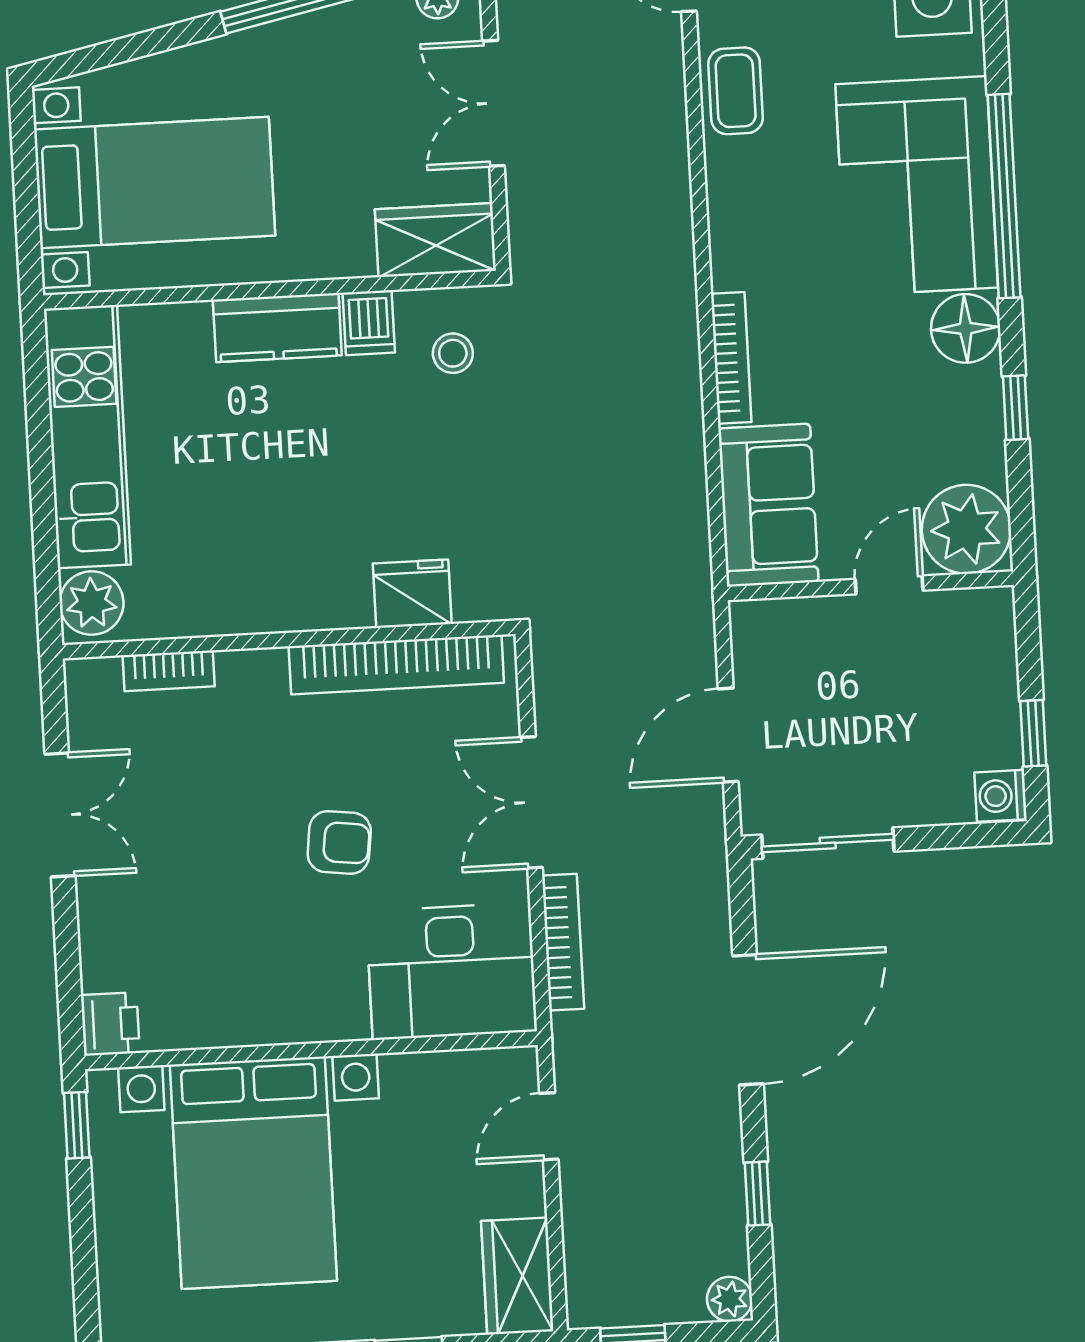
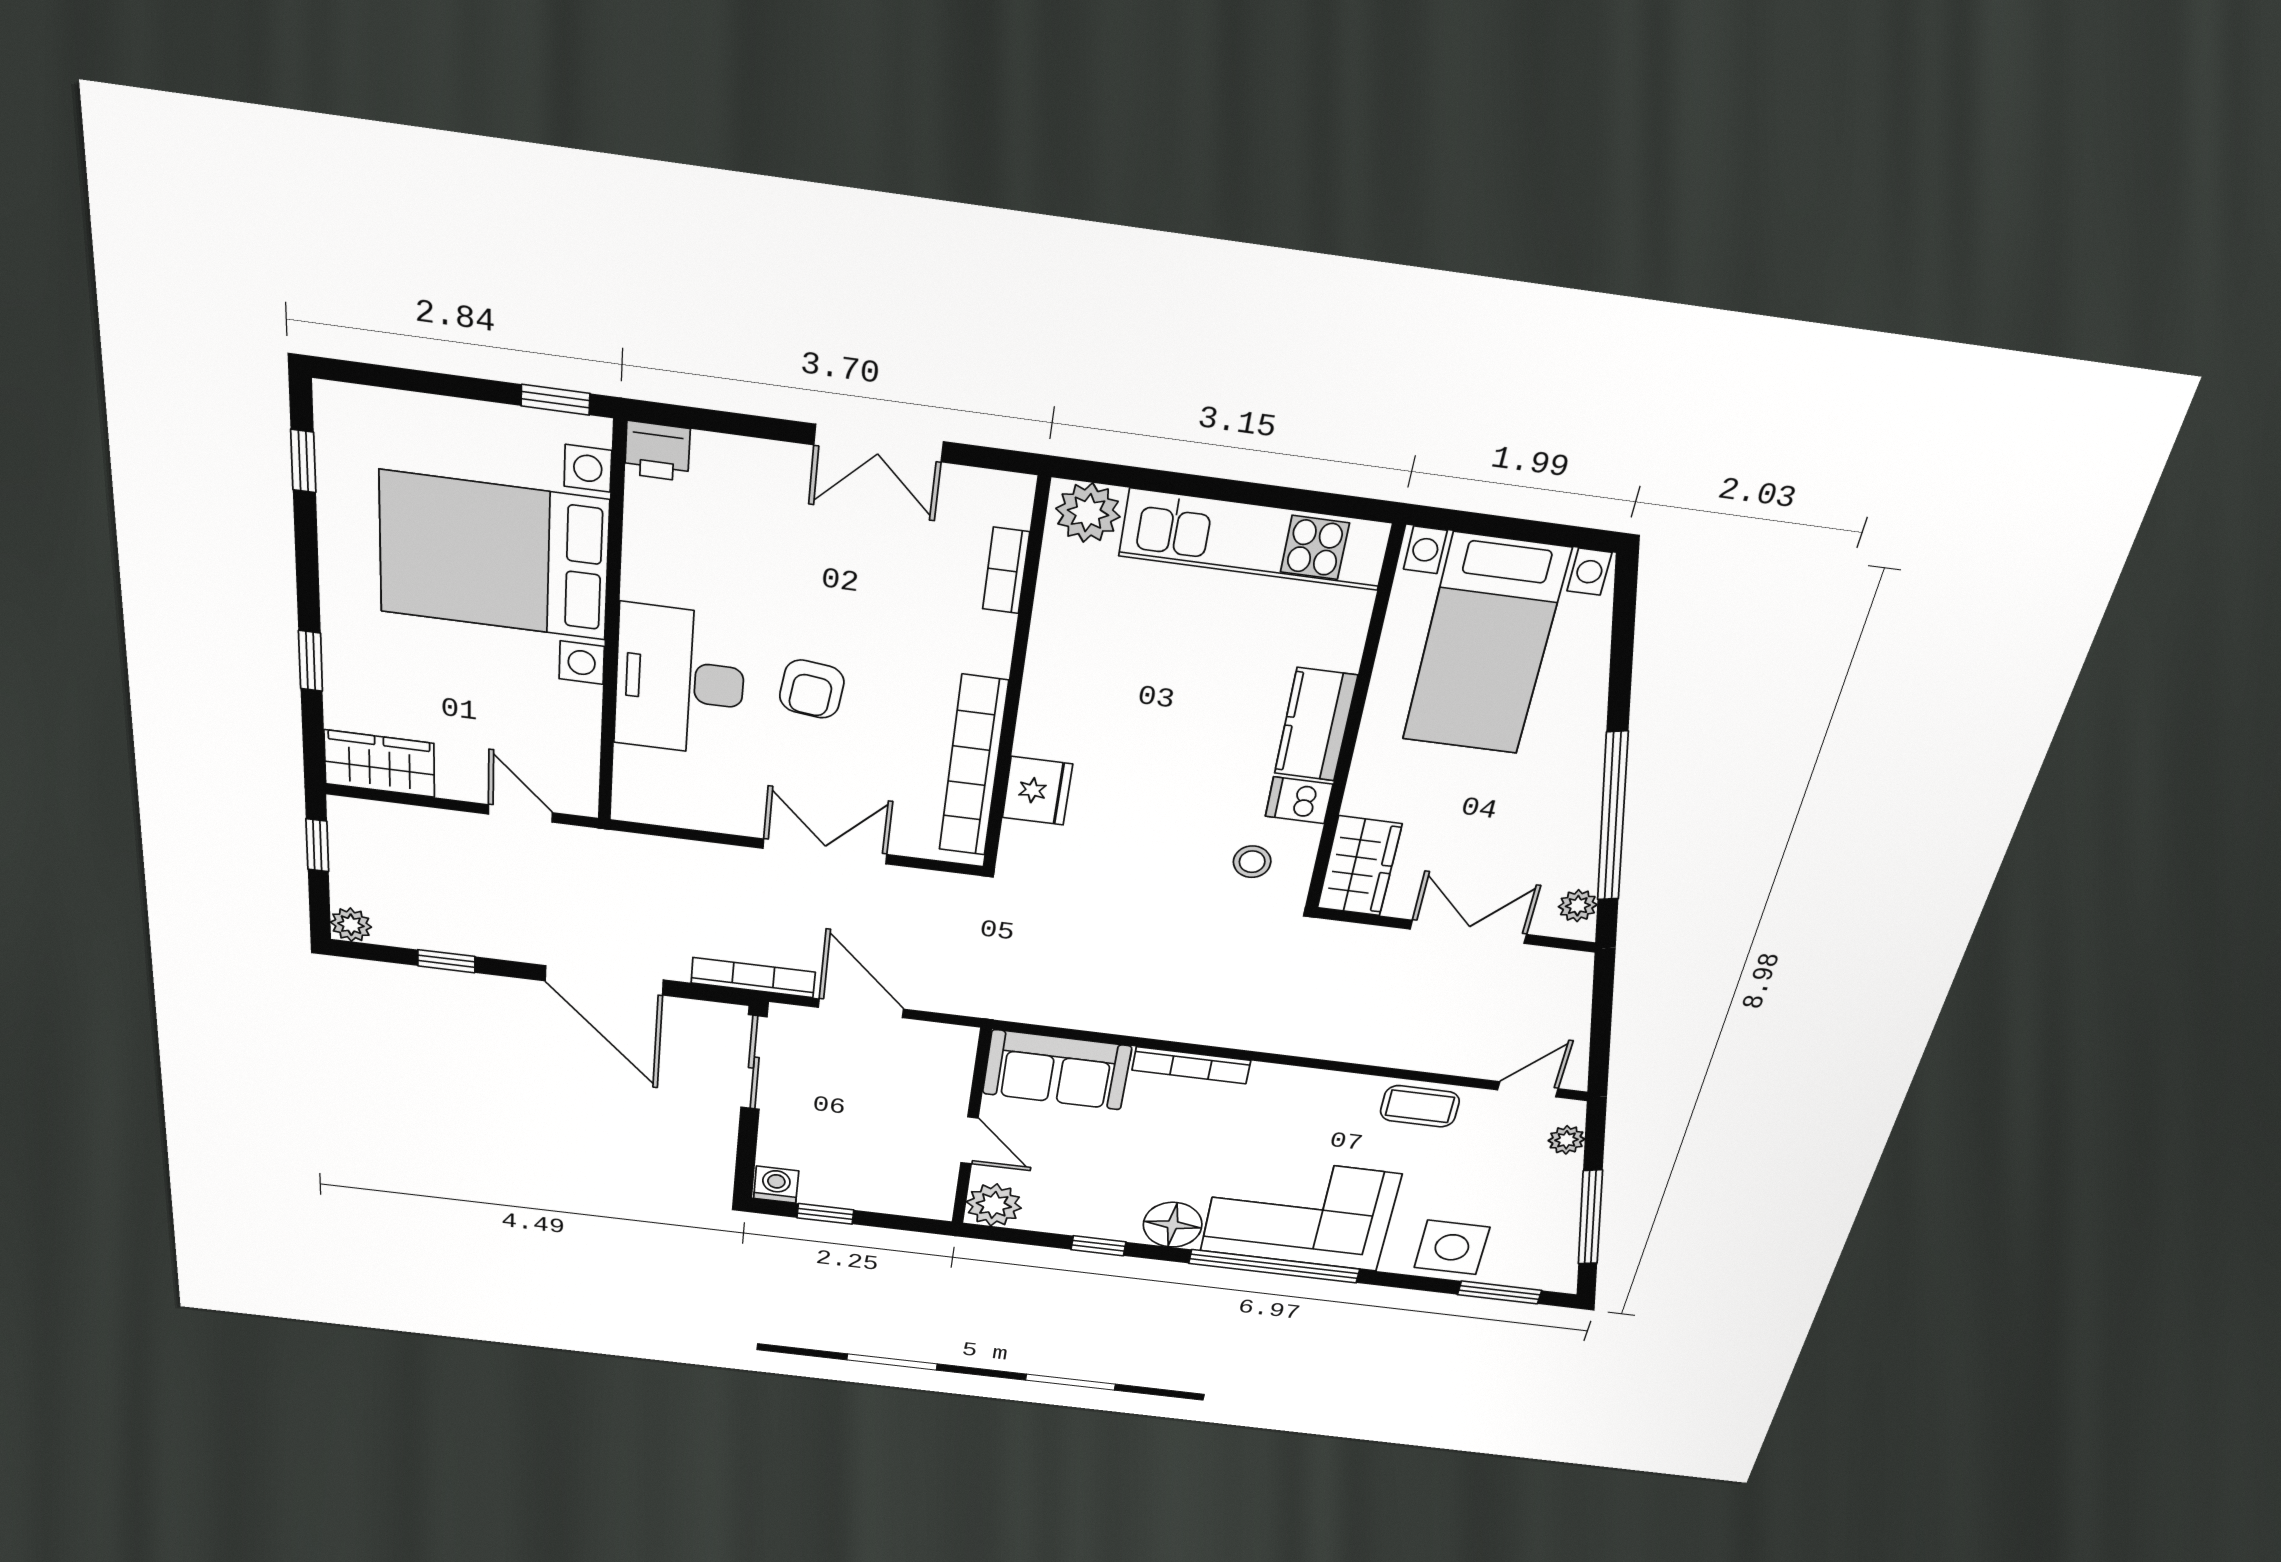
plant: (966, 529) -> (994, 1205), width x0.73, depth x0.73
bookcase: (563, 942) -> (753, 978), moved, turned 180
desk: (452, 971) -> (680, 681), moved

